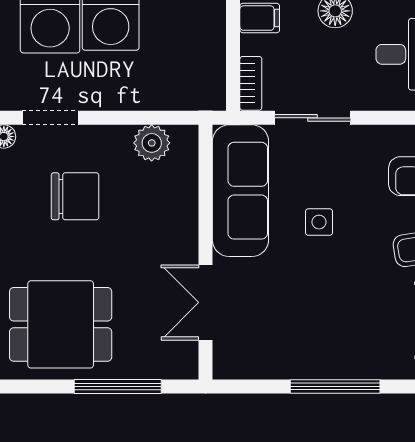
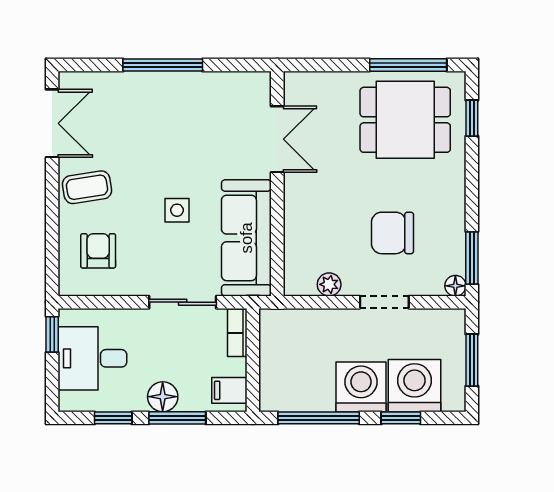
doorway: (50, 118) -> (384, 302), moved
plant: (152, 143) -> (329, 284), width x0.73, depth x0.73
window: (118, 387) -> (408, 65), moved

